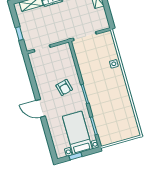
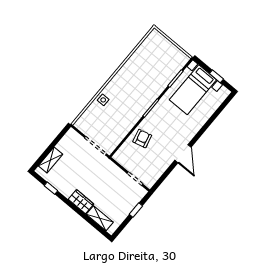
armchair: (64, 87) -> (142, 139), moved
door: (41, 108) -> (183, 154), moved

